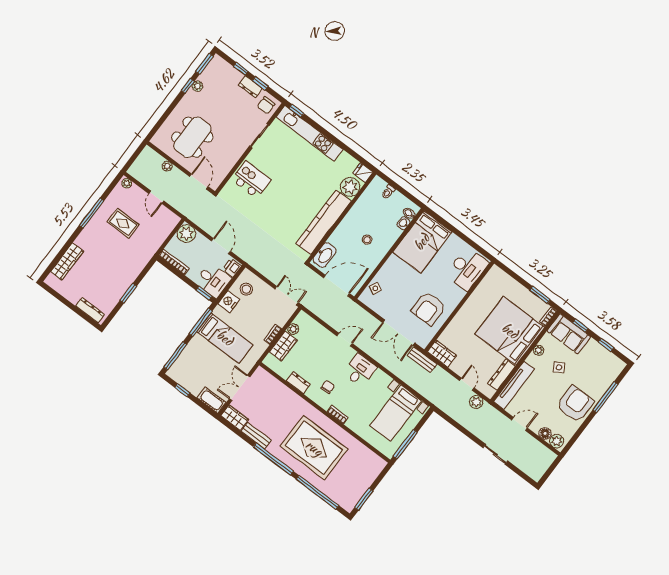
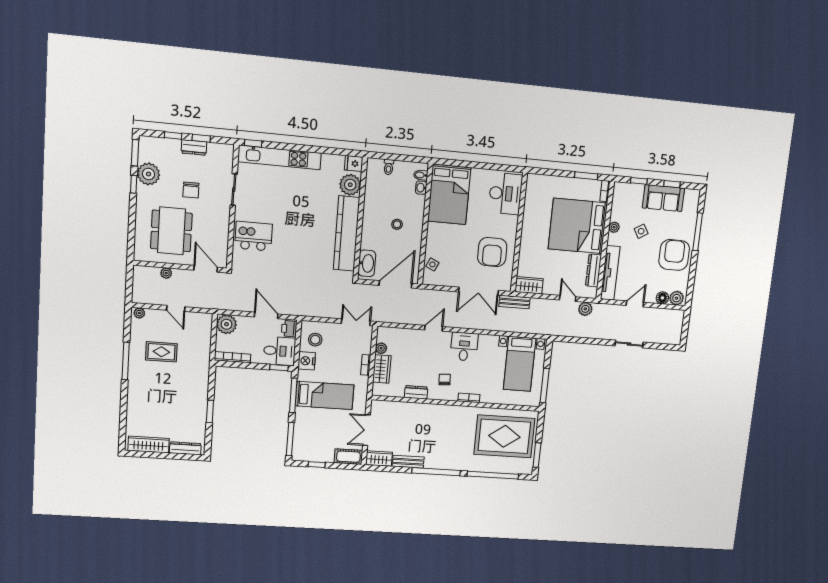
plant: (197, 86) -> (149, 174), width x1.87, depth x1.87
chair: (266, 105) -> (191, 190), moved
wardrobe: (67, 261) -> (149, 445), moved, turned -90
sofa: (569, 334) -> (663, 198), moved
rug: (314, 448) -> (504, 436), moved

